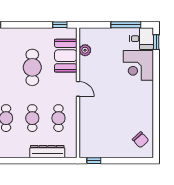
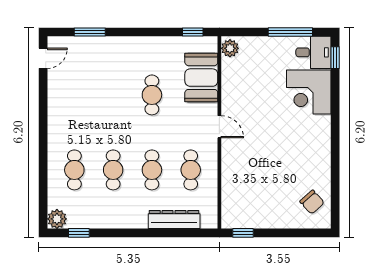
plant: (85, 50) -> (230, 48), moved
cafe table: (32, 67) -> (152, 95), width x0.73, depth x0.74

